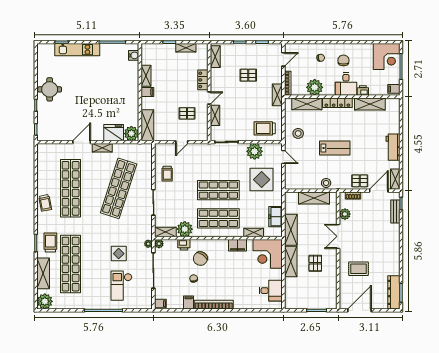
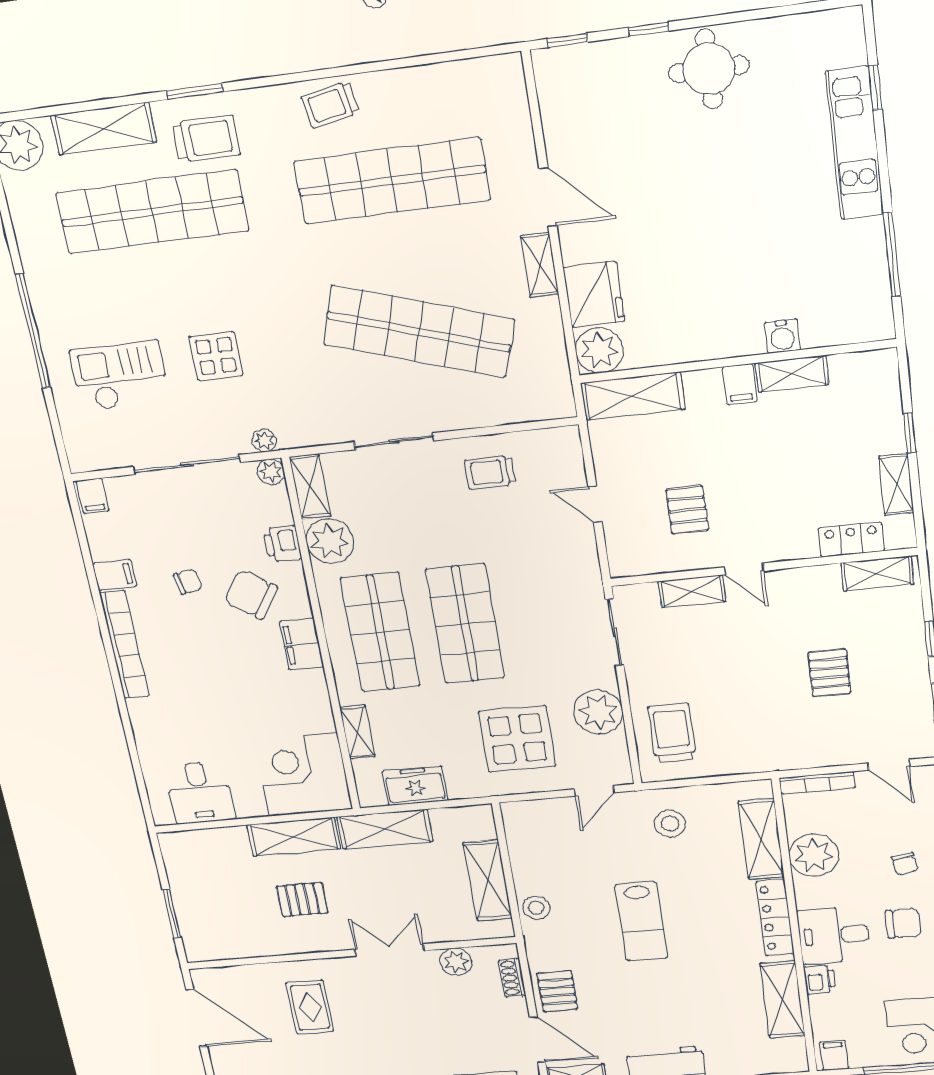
water cooler: (134, 55) -> (782, 336), moved
locker: (203, 80) -> (851, 540), moved
shelving: (277, 95) -> (778, 758), removed
filing cabinet: (238, 245) -> (301, 644), moved

